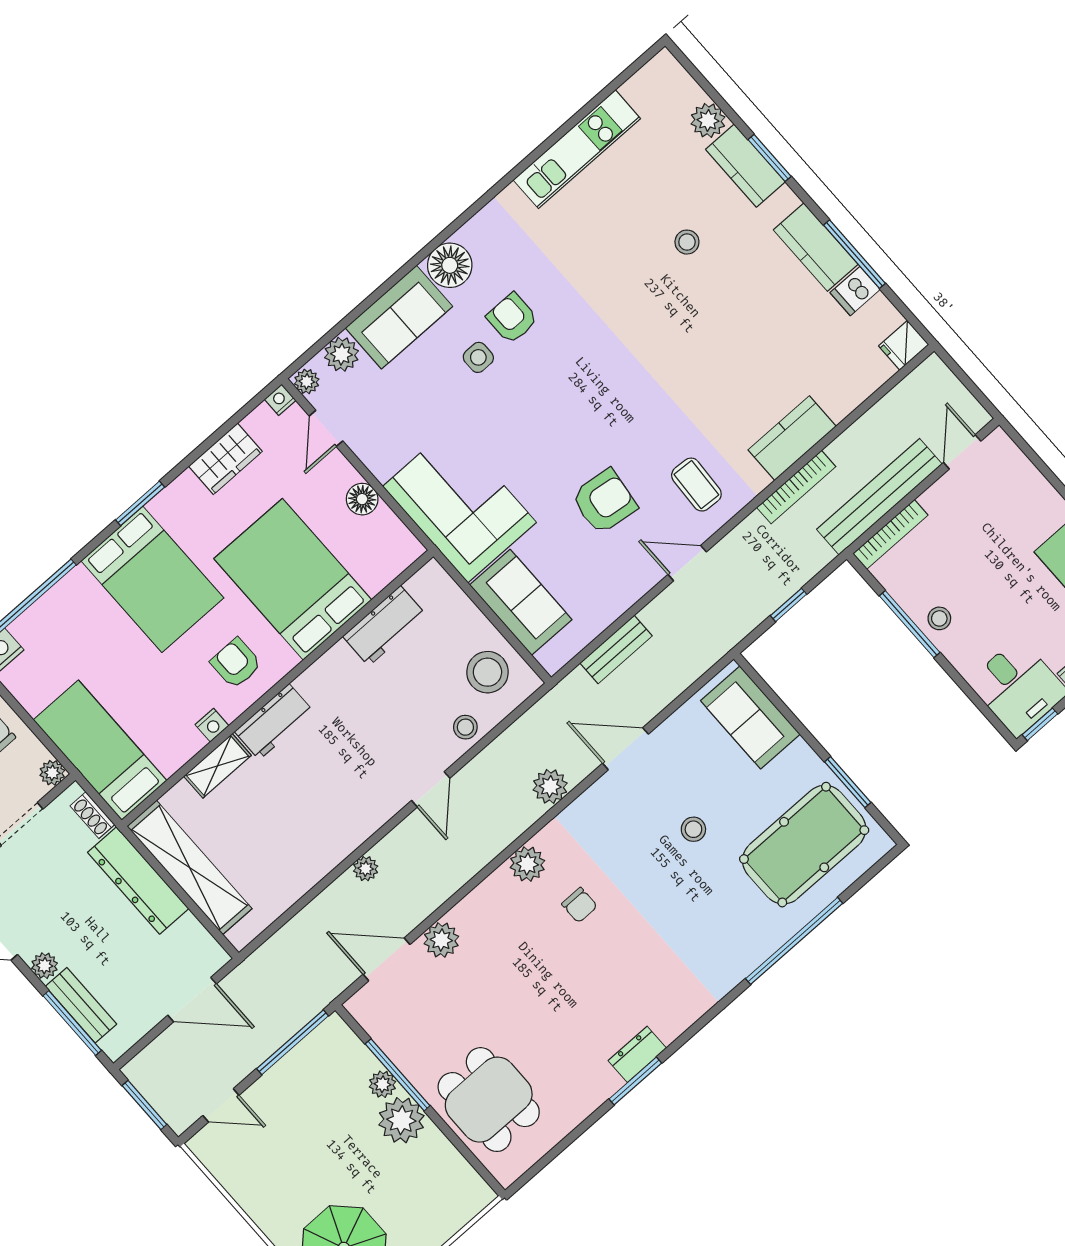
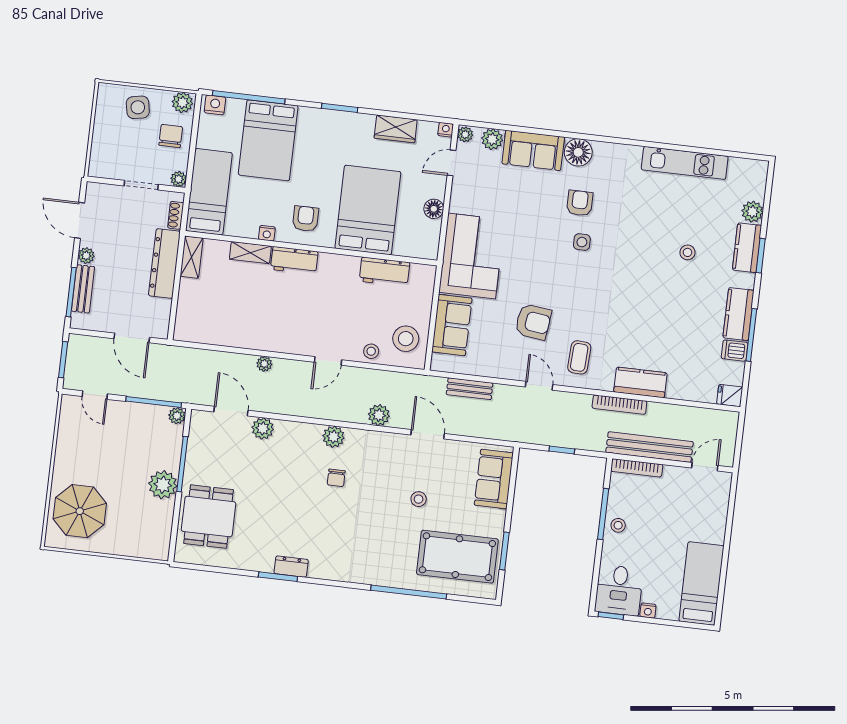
side table: (478, 357) -> (582, 242), moved
bed: (152, 579) -> (268, 140), moved
shelving: (189, 867) -> (192, 257), width x0.45, depth x0.75
plant: (383, 1084) -> (177, 416), moved

